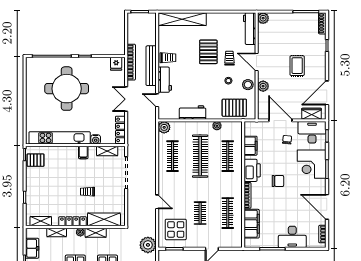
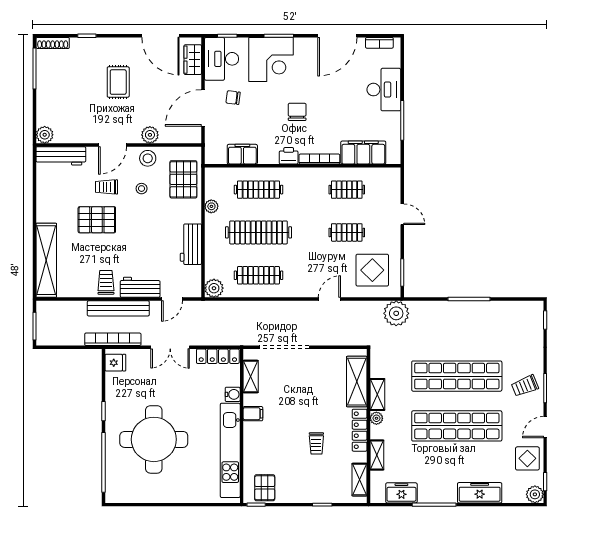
rug: (297, 66) -> (118, 82), turned 90
printer: (252, 170) -> (289, 156), width x0.53, depth x0.68
trolley: (88, 192) -> (316, 443), moved
clothes rail: (228, 213) -> (347, 190), width x0.73

